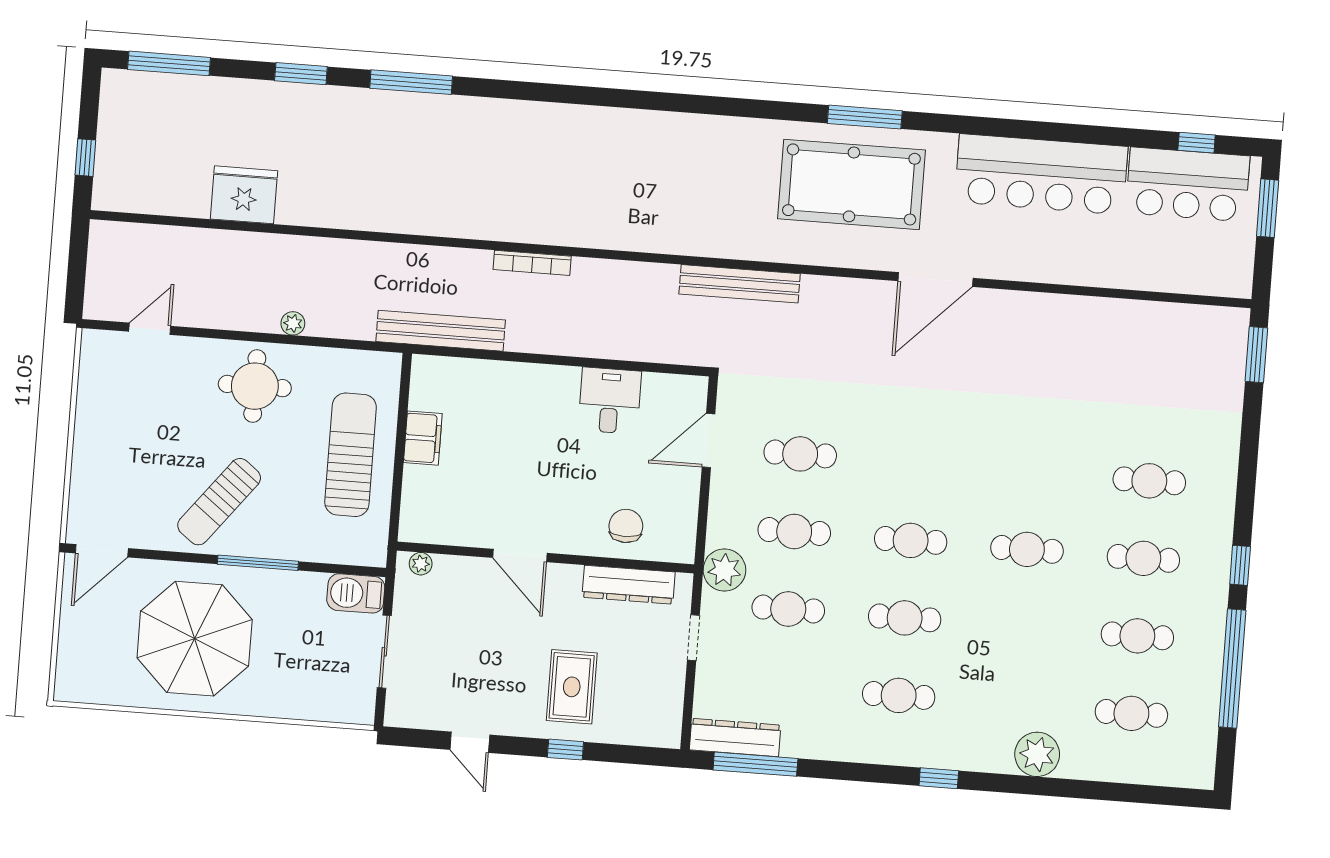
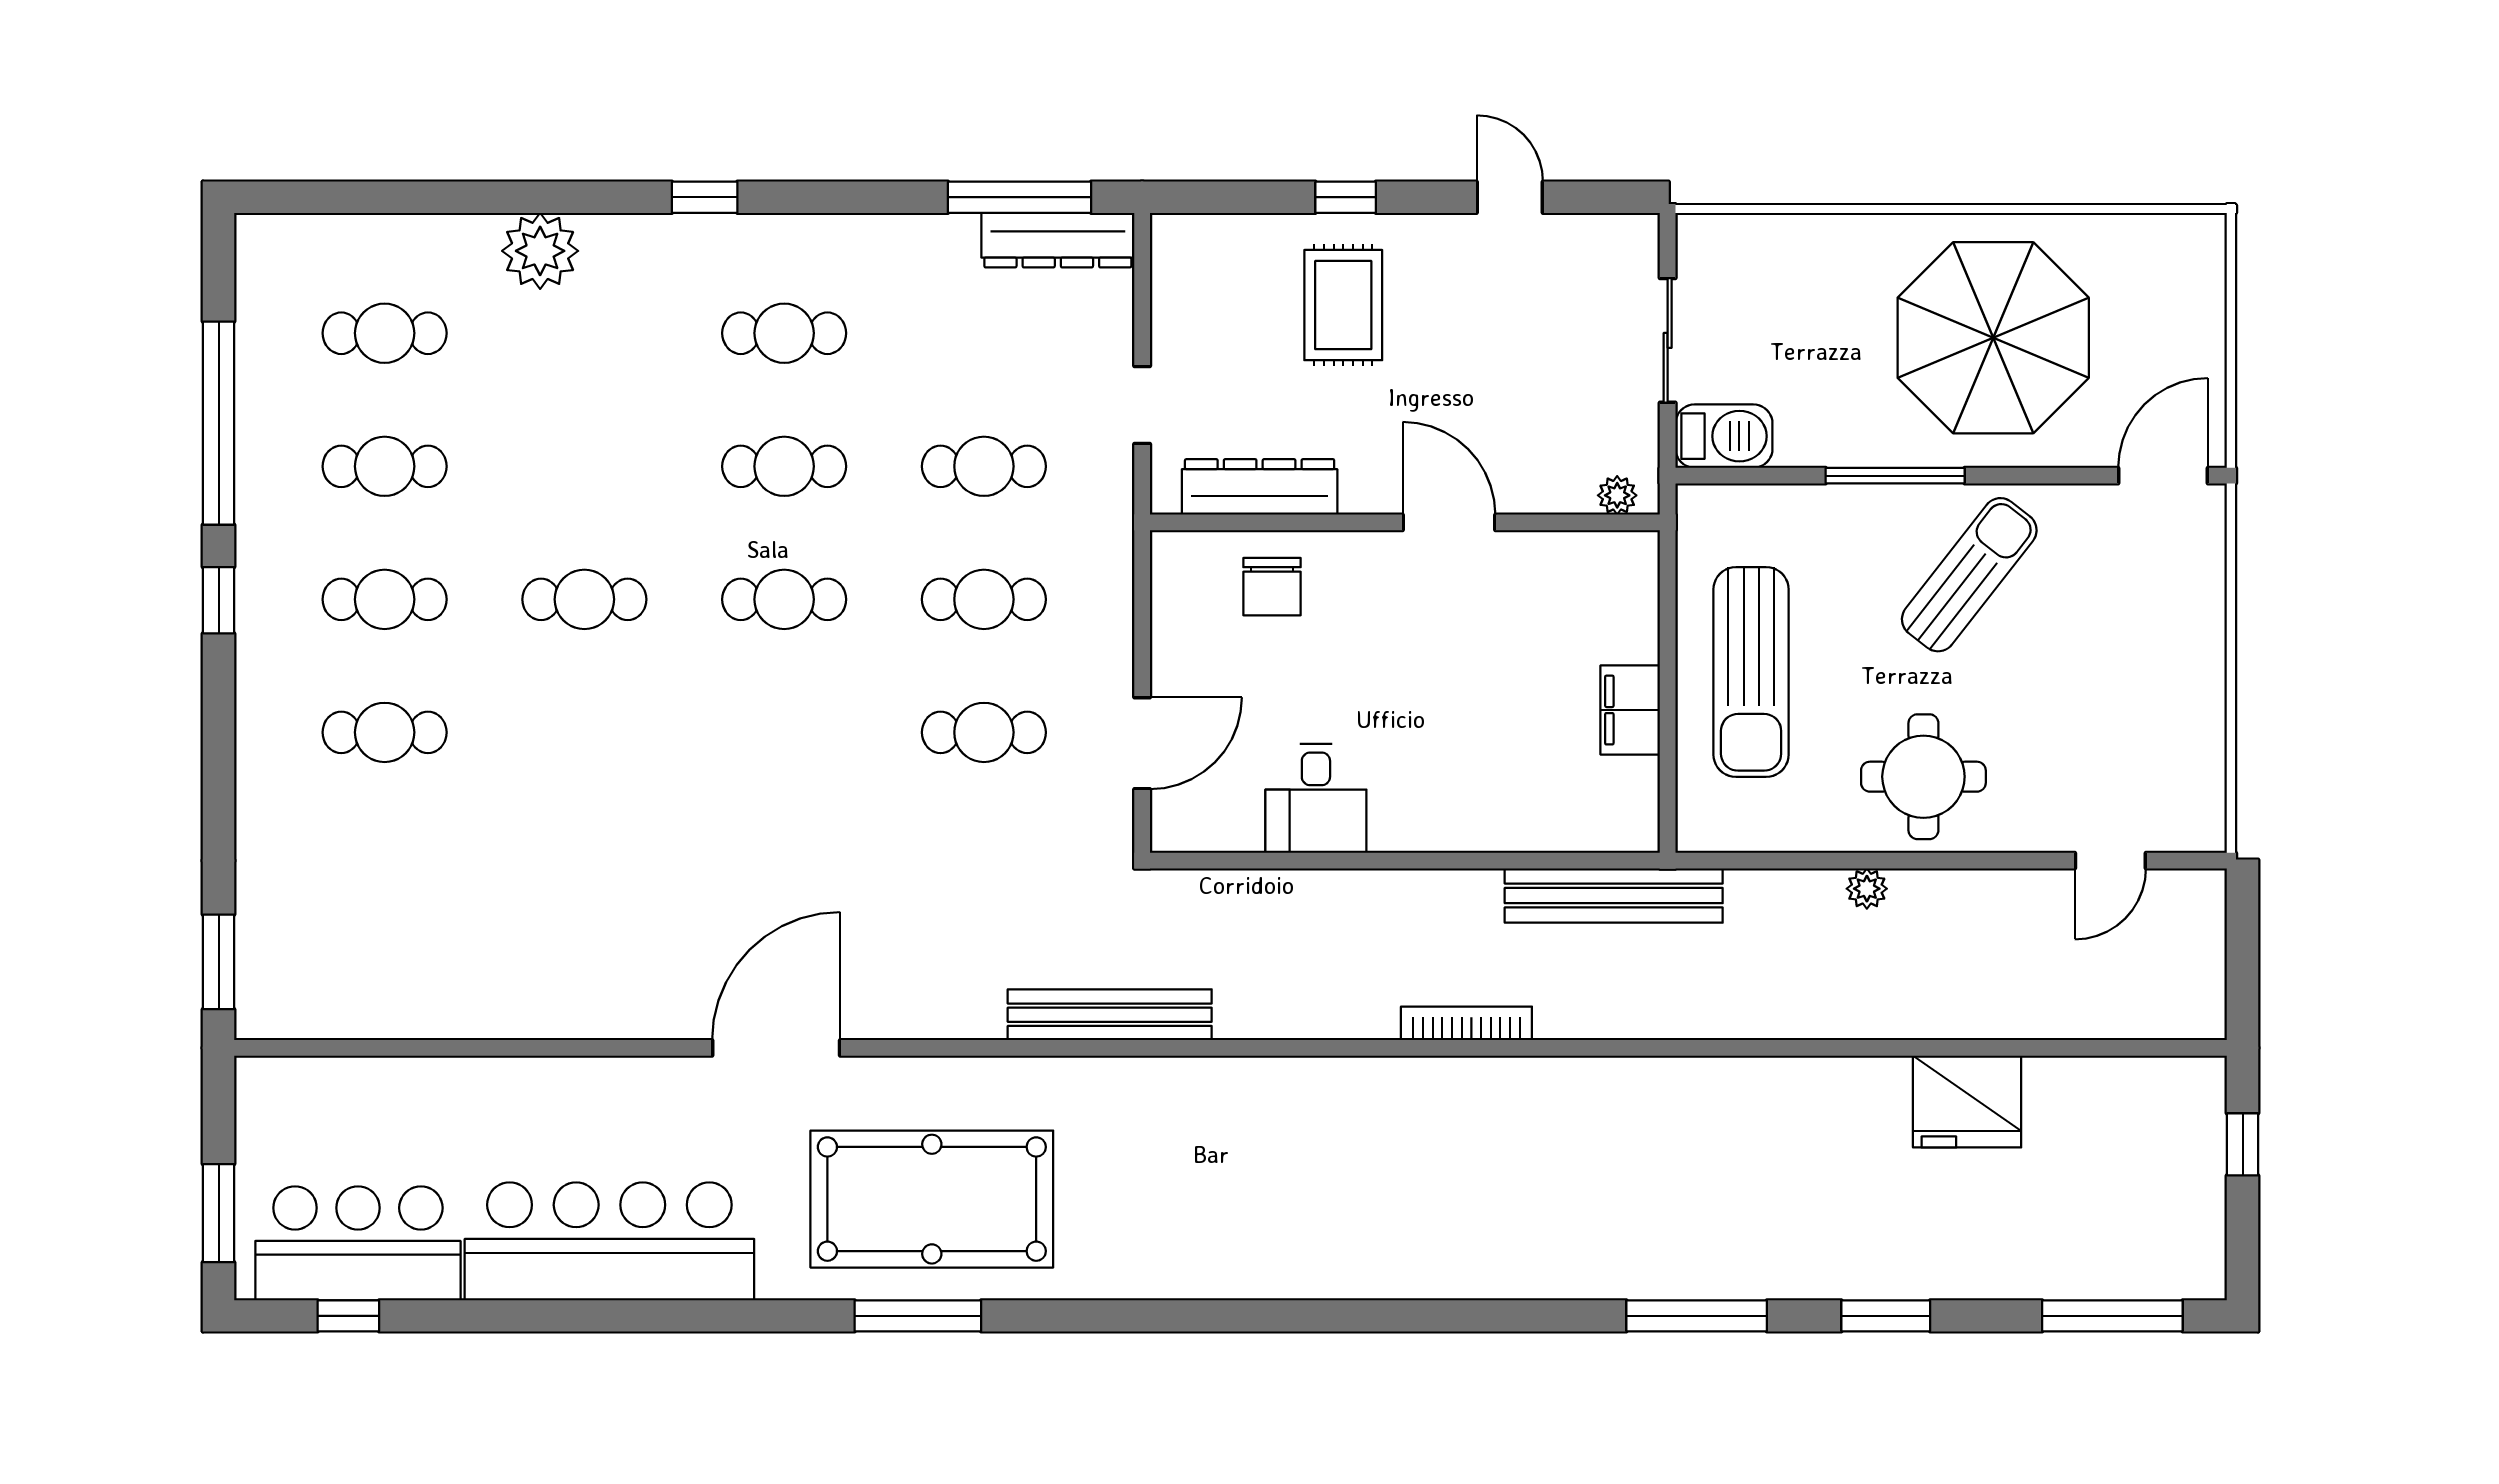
plant: (724, 570) -> (1098, 524), removed

